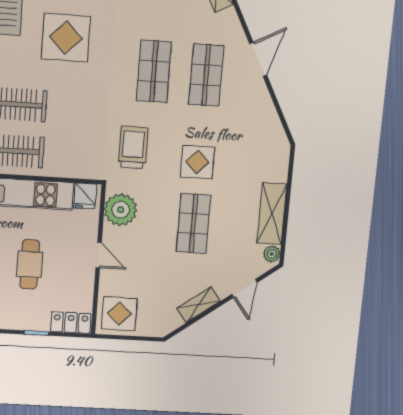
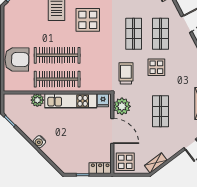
display table: (197, 162) -> (156, 67), moved
door: (99, 255) -> (112, 131), width x1.88
cafe table: (30, 264) -> (77, 138), removed
shelving: (199, 305) -> (156, 163), moved

